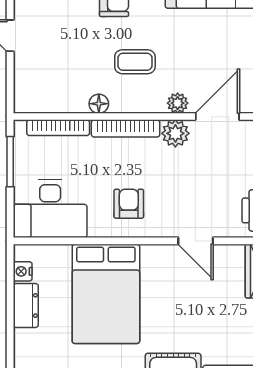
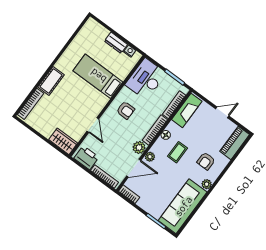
fireplace: (52, 99) -> (187, 110), added
floor lamp: (99, 104) -> (166, 135), moved
door: (217, 117) -> (134, 168), hinge flipped
door: (196, 241) -> (93, 125), swing flipped
bed: (106, 294) -> (98, 76), width x0.67

